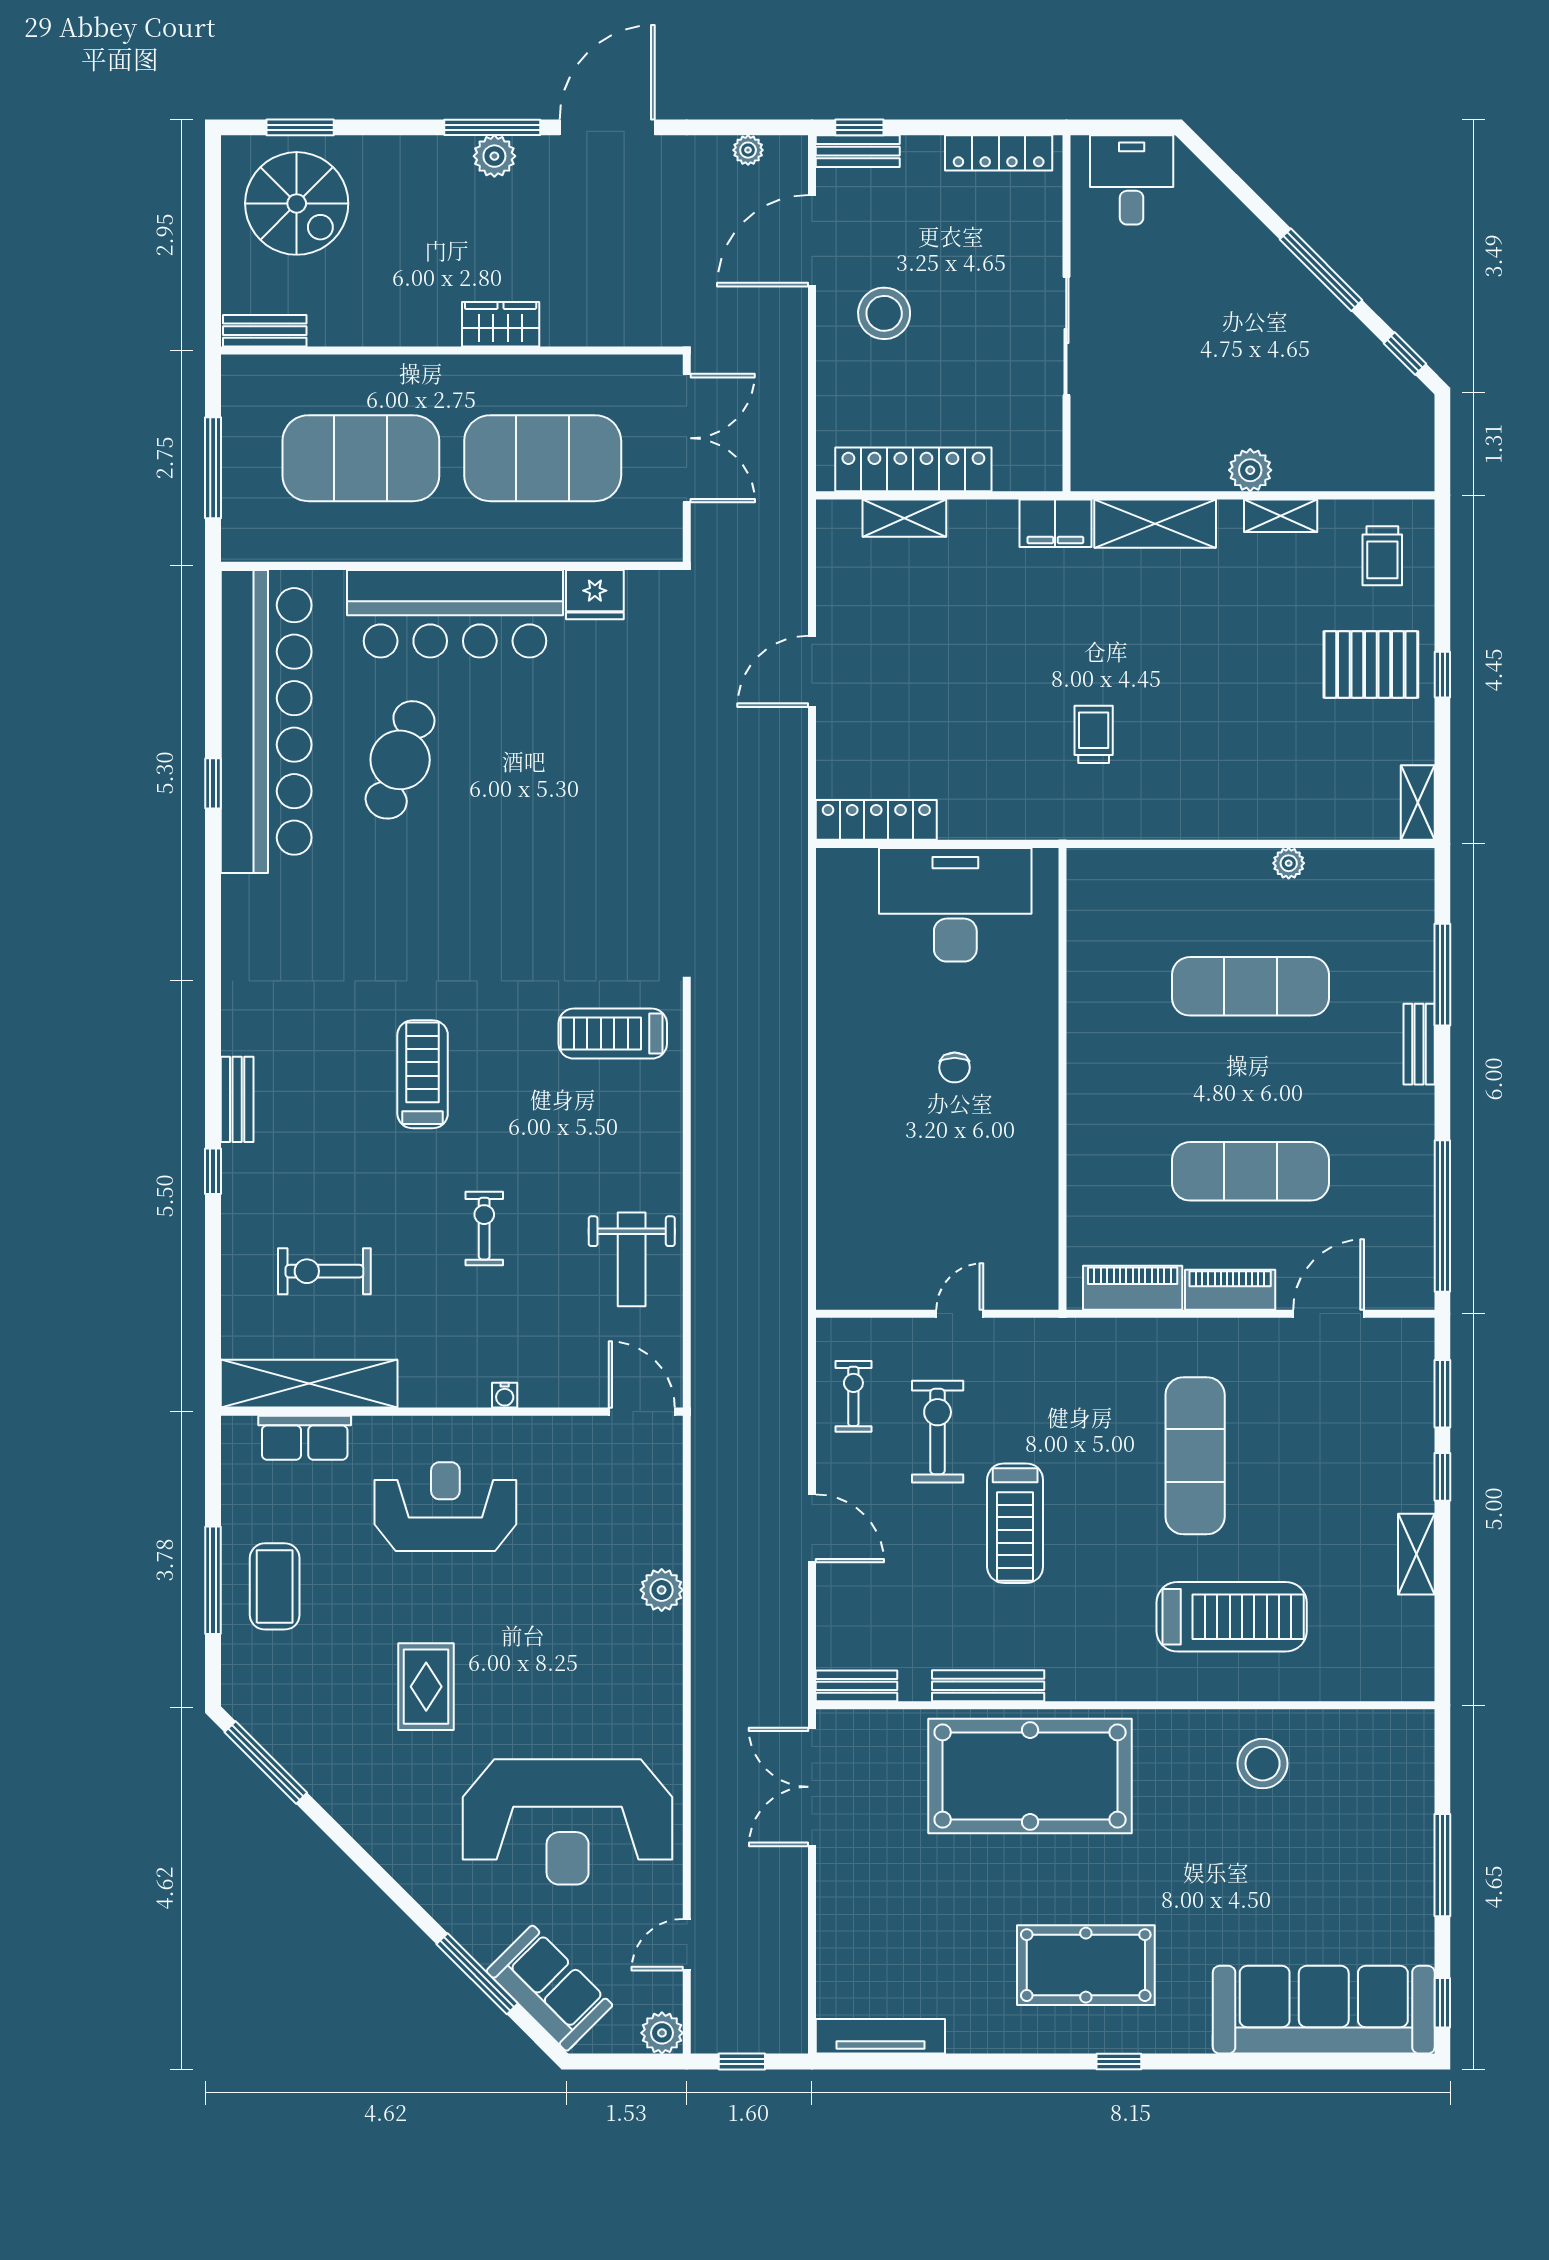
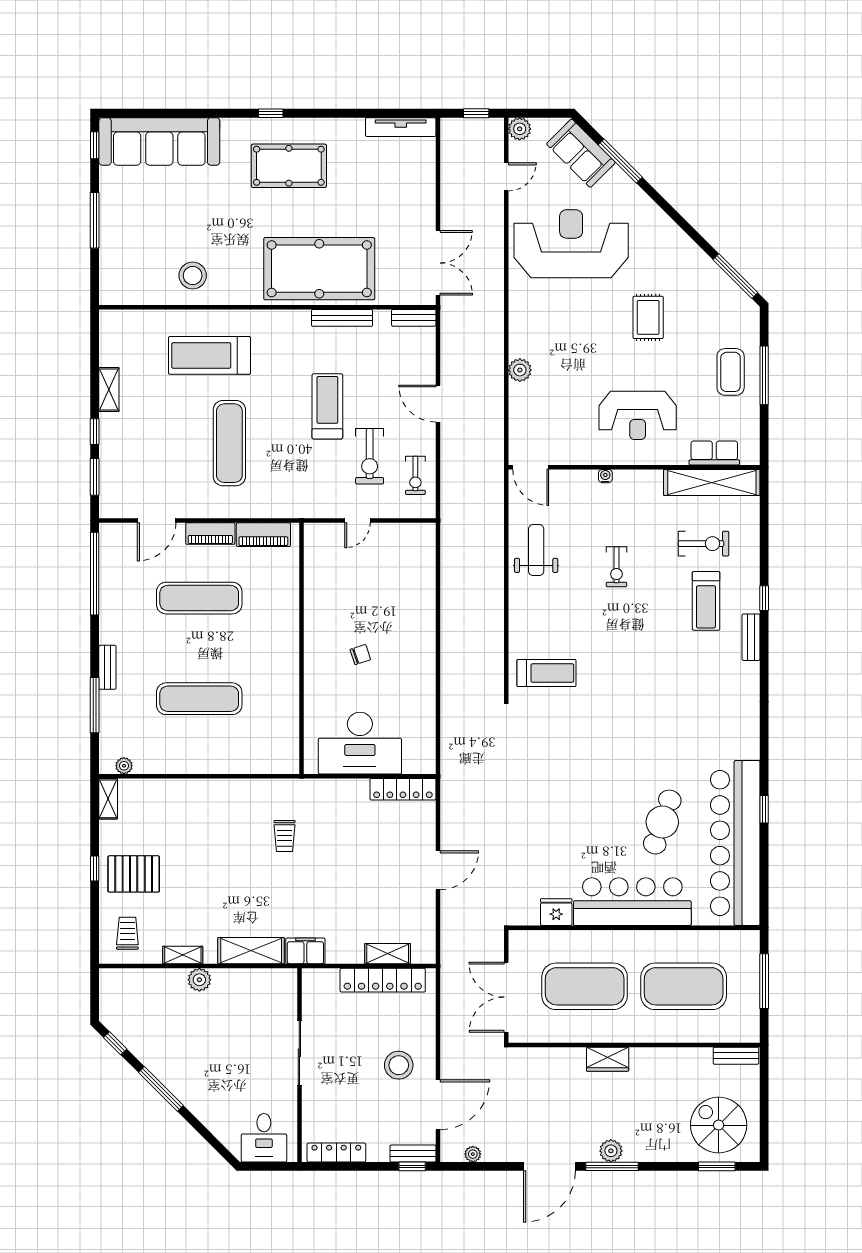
plant: (1289, 863) -> (124, 766), moved
chair: (955, 1067) -> (360, 655), turned 72
treadmill: (423, 1074) -> (706, 601), moved

